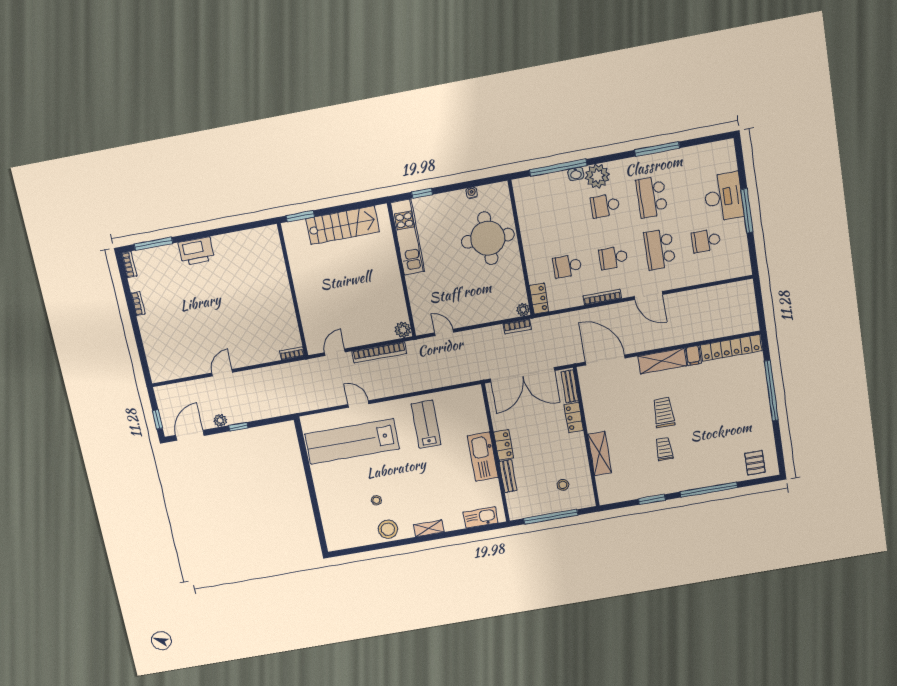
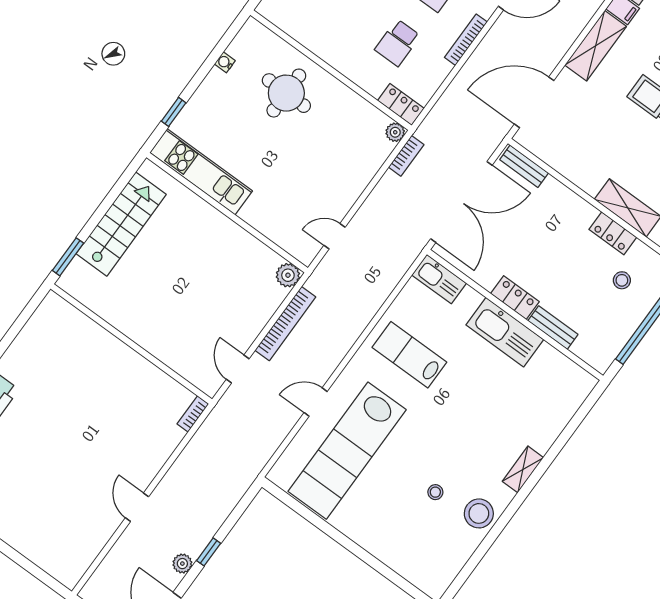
round table: (488, 238) -> (286, 93), width x0.73, depth x0.73
locker: (574, 417) -> (613, 233), moved
kitchen sink: (481, 517) -> (439, 279), moved, turned -90

